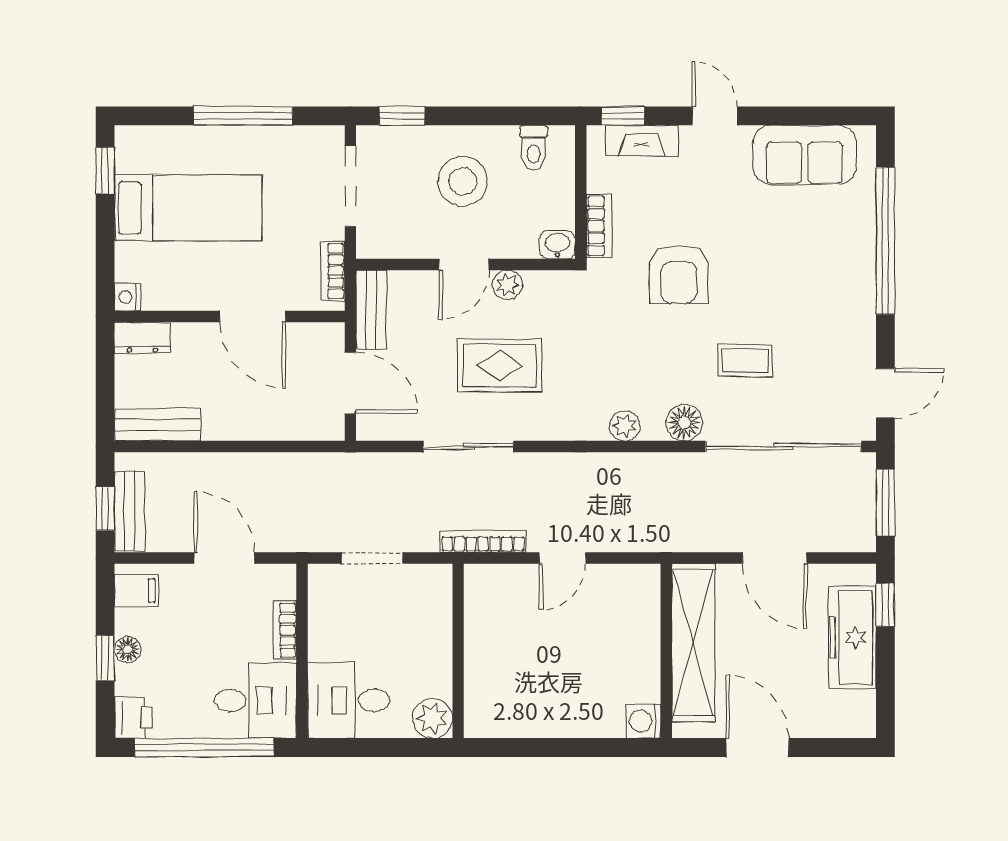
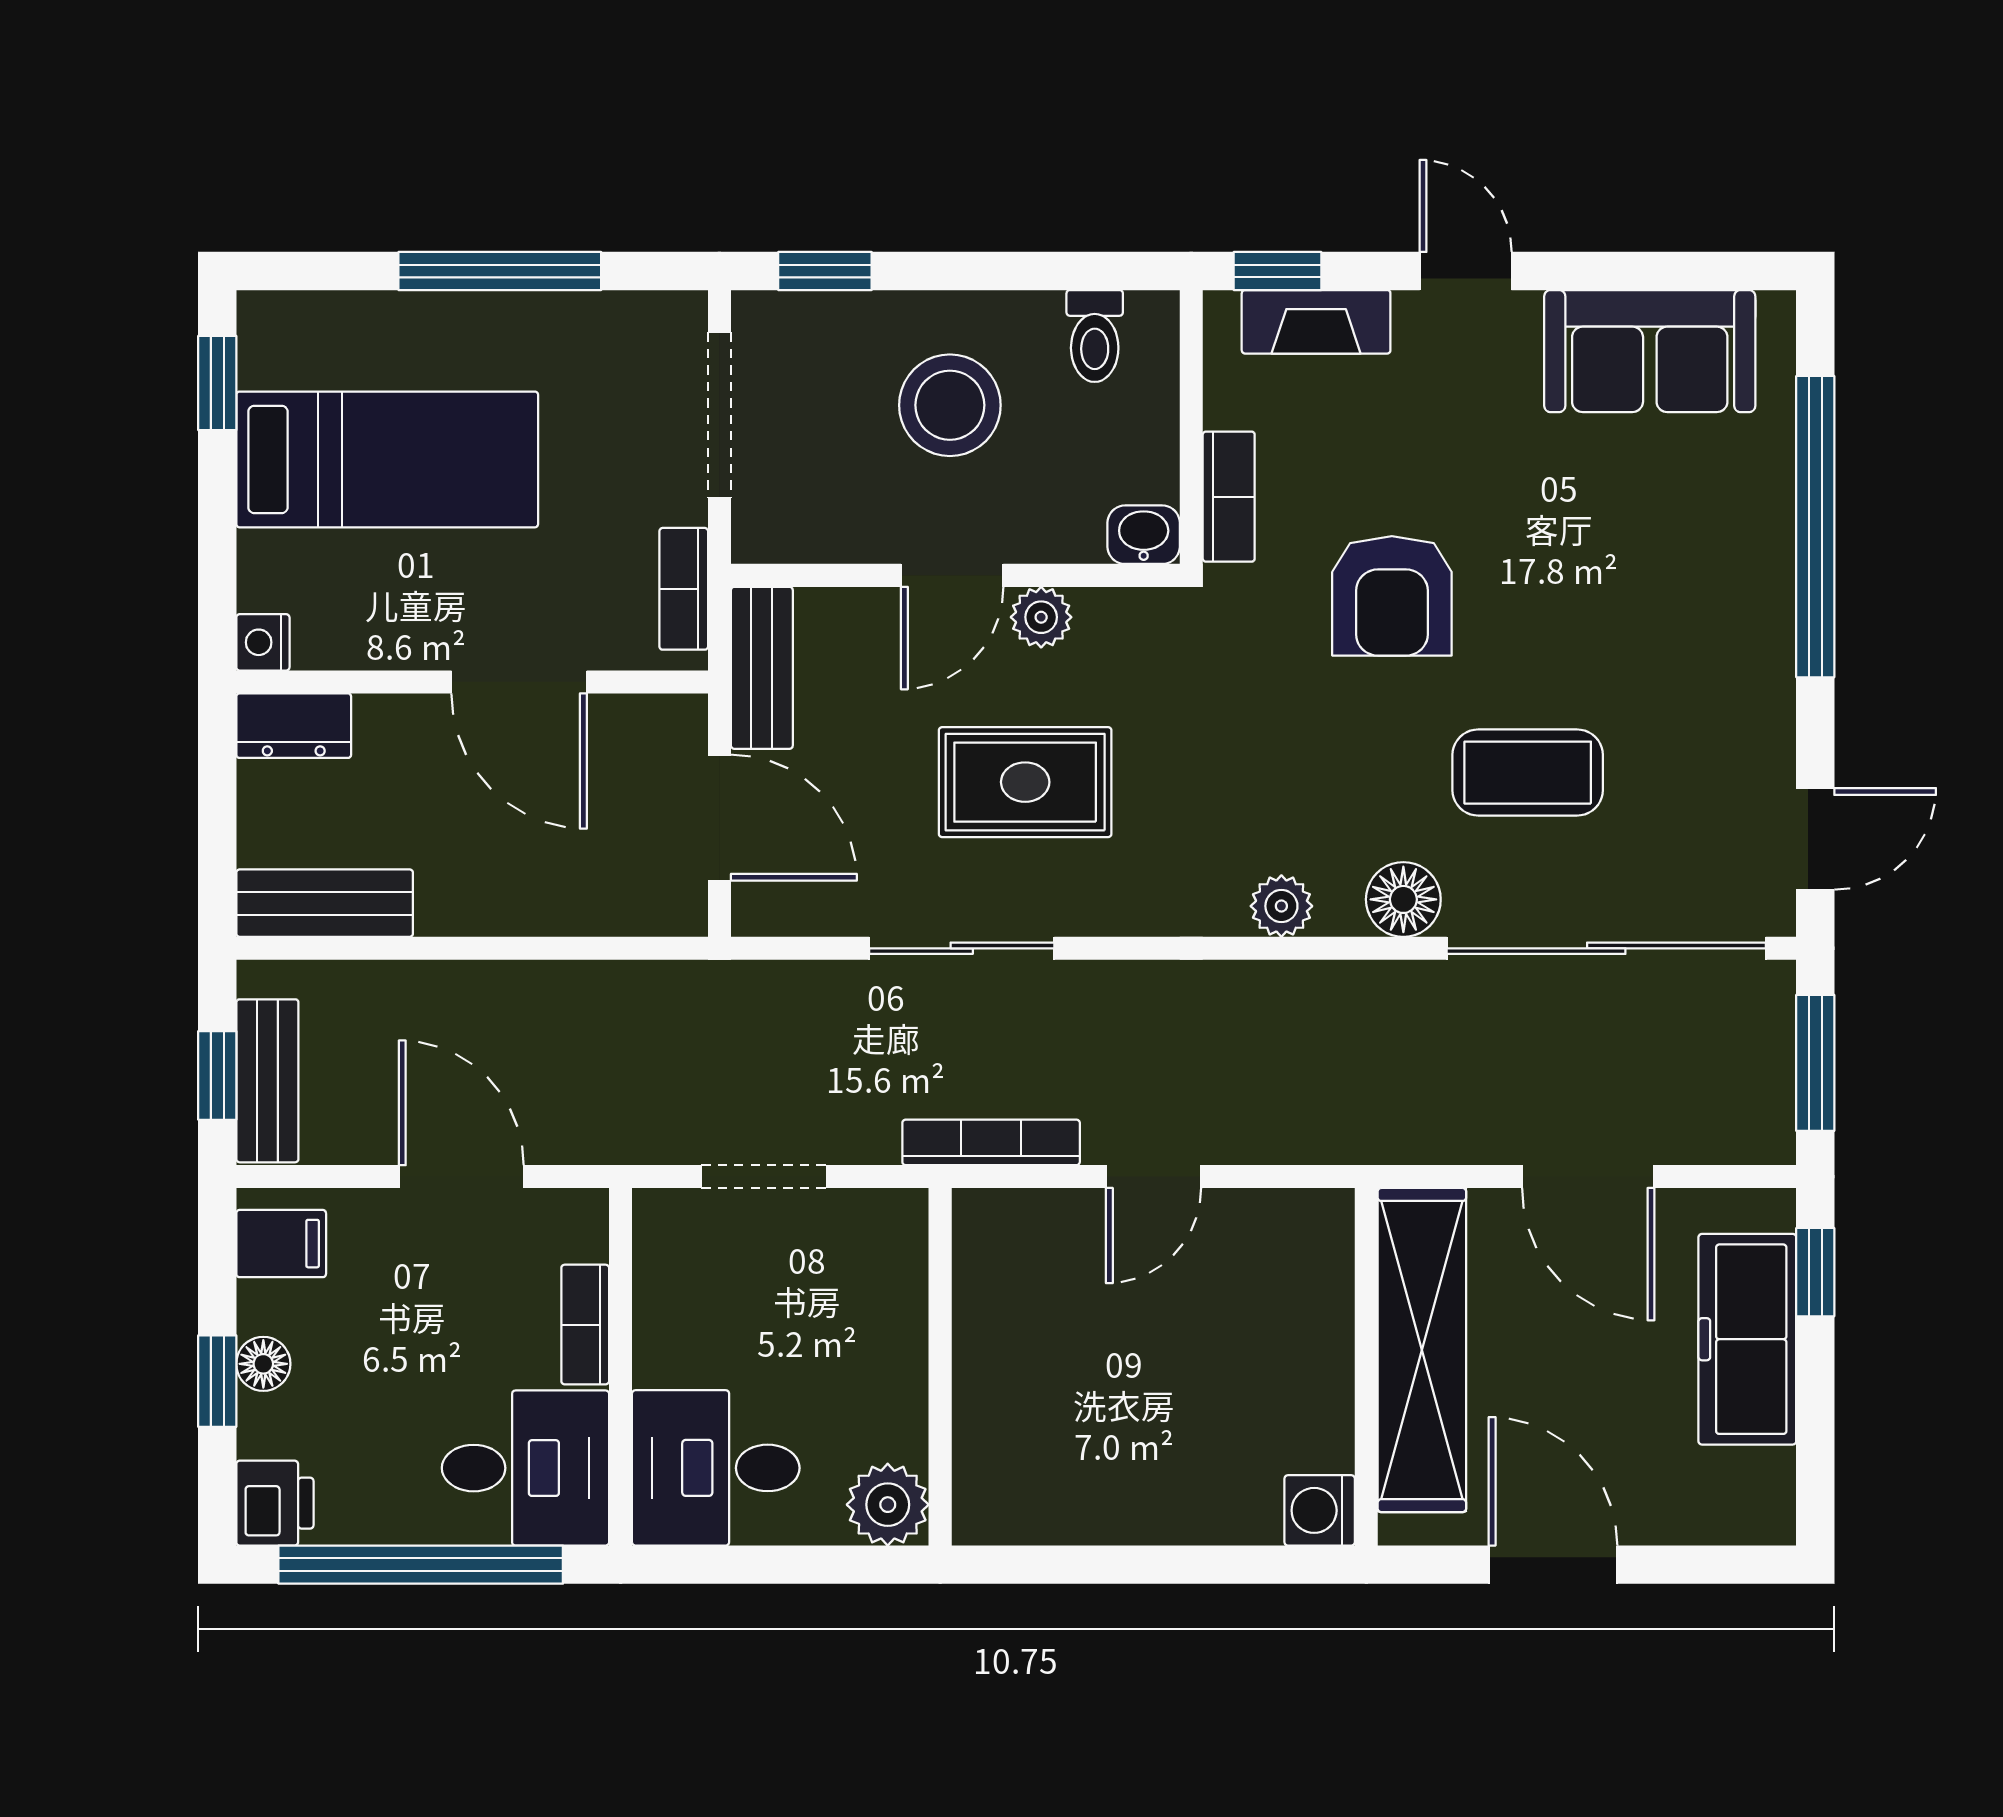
coffee table: (745, 361) -> (1528, 773), width x1.36, depth x1.30

